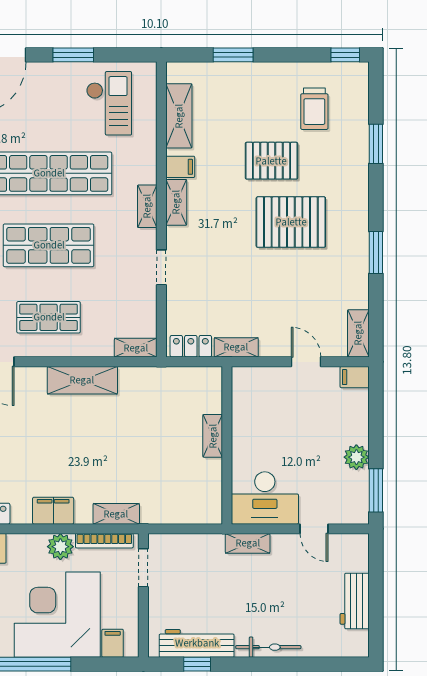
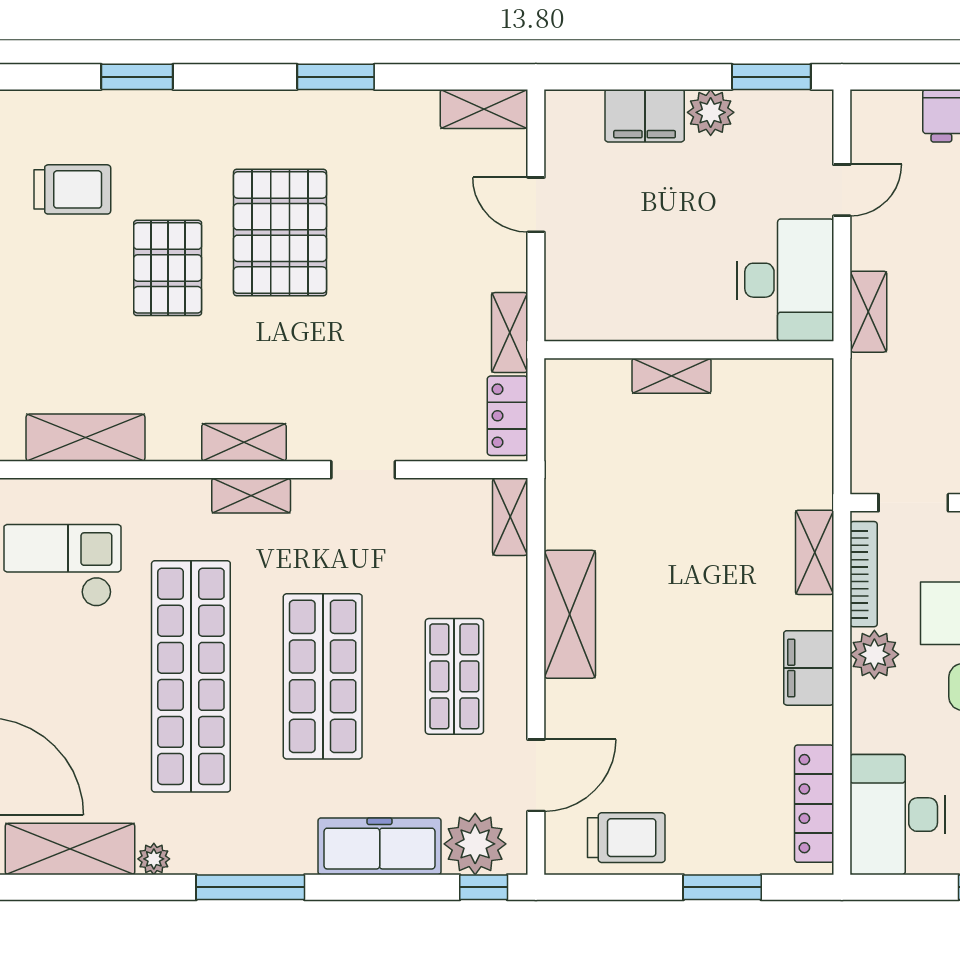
filing cabinet: (180, 167) -> (179, 435), removed
door: (306, 362) -> (536, 205), hinge flipped
filing cabinet: (355, 377) -> (645, 116), moved, width x2.00

